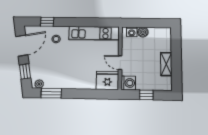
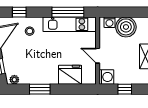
window: (93, 22) -> (68, 12), added
boiler: (143, 32) -> (126, 27), width x1.86, depth x1.86
fridge: (107, 80) -> (70, 75), moved
window: (51, 93) -> (40, 89), moved

